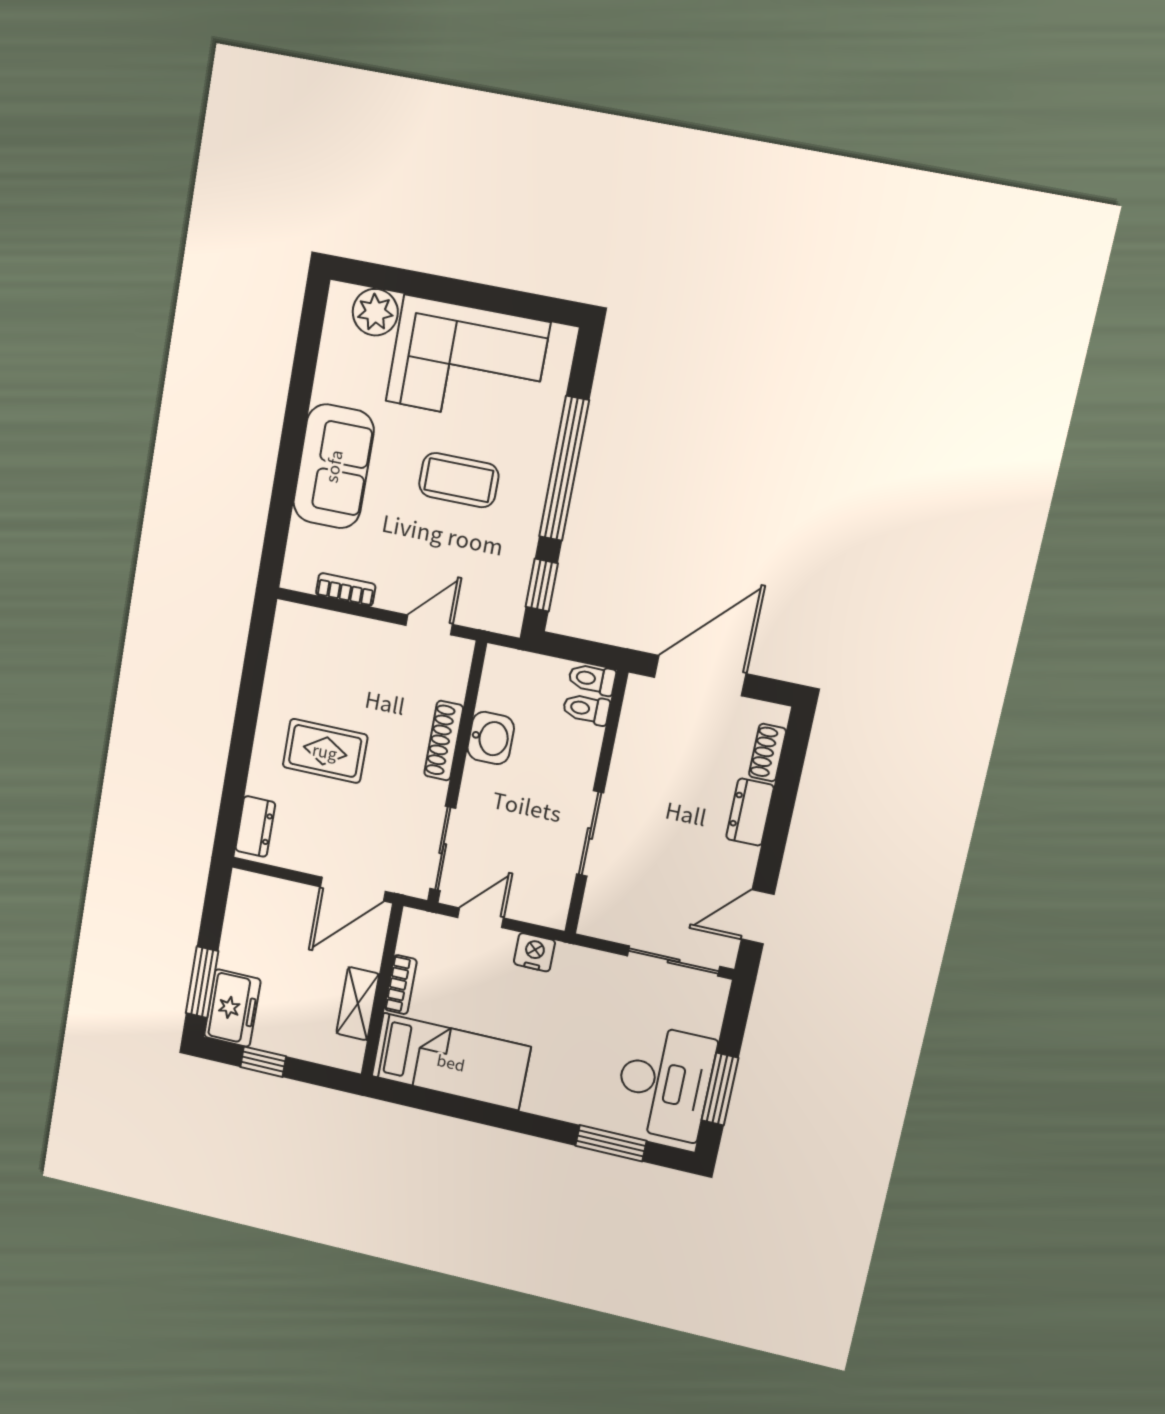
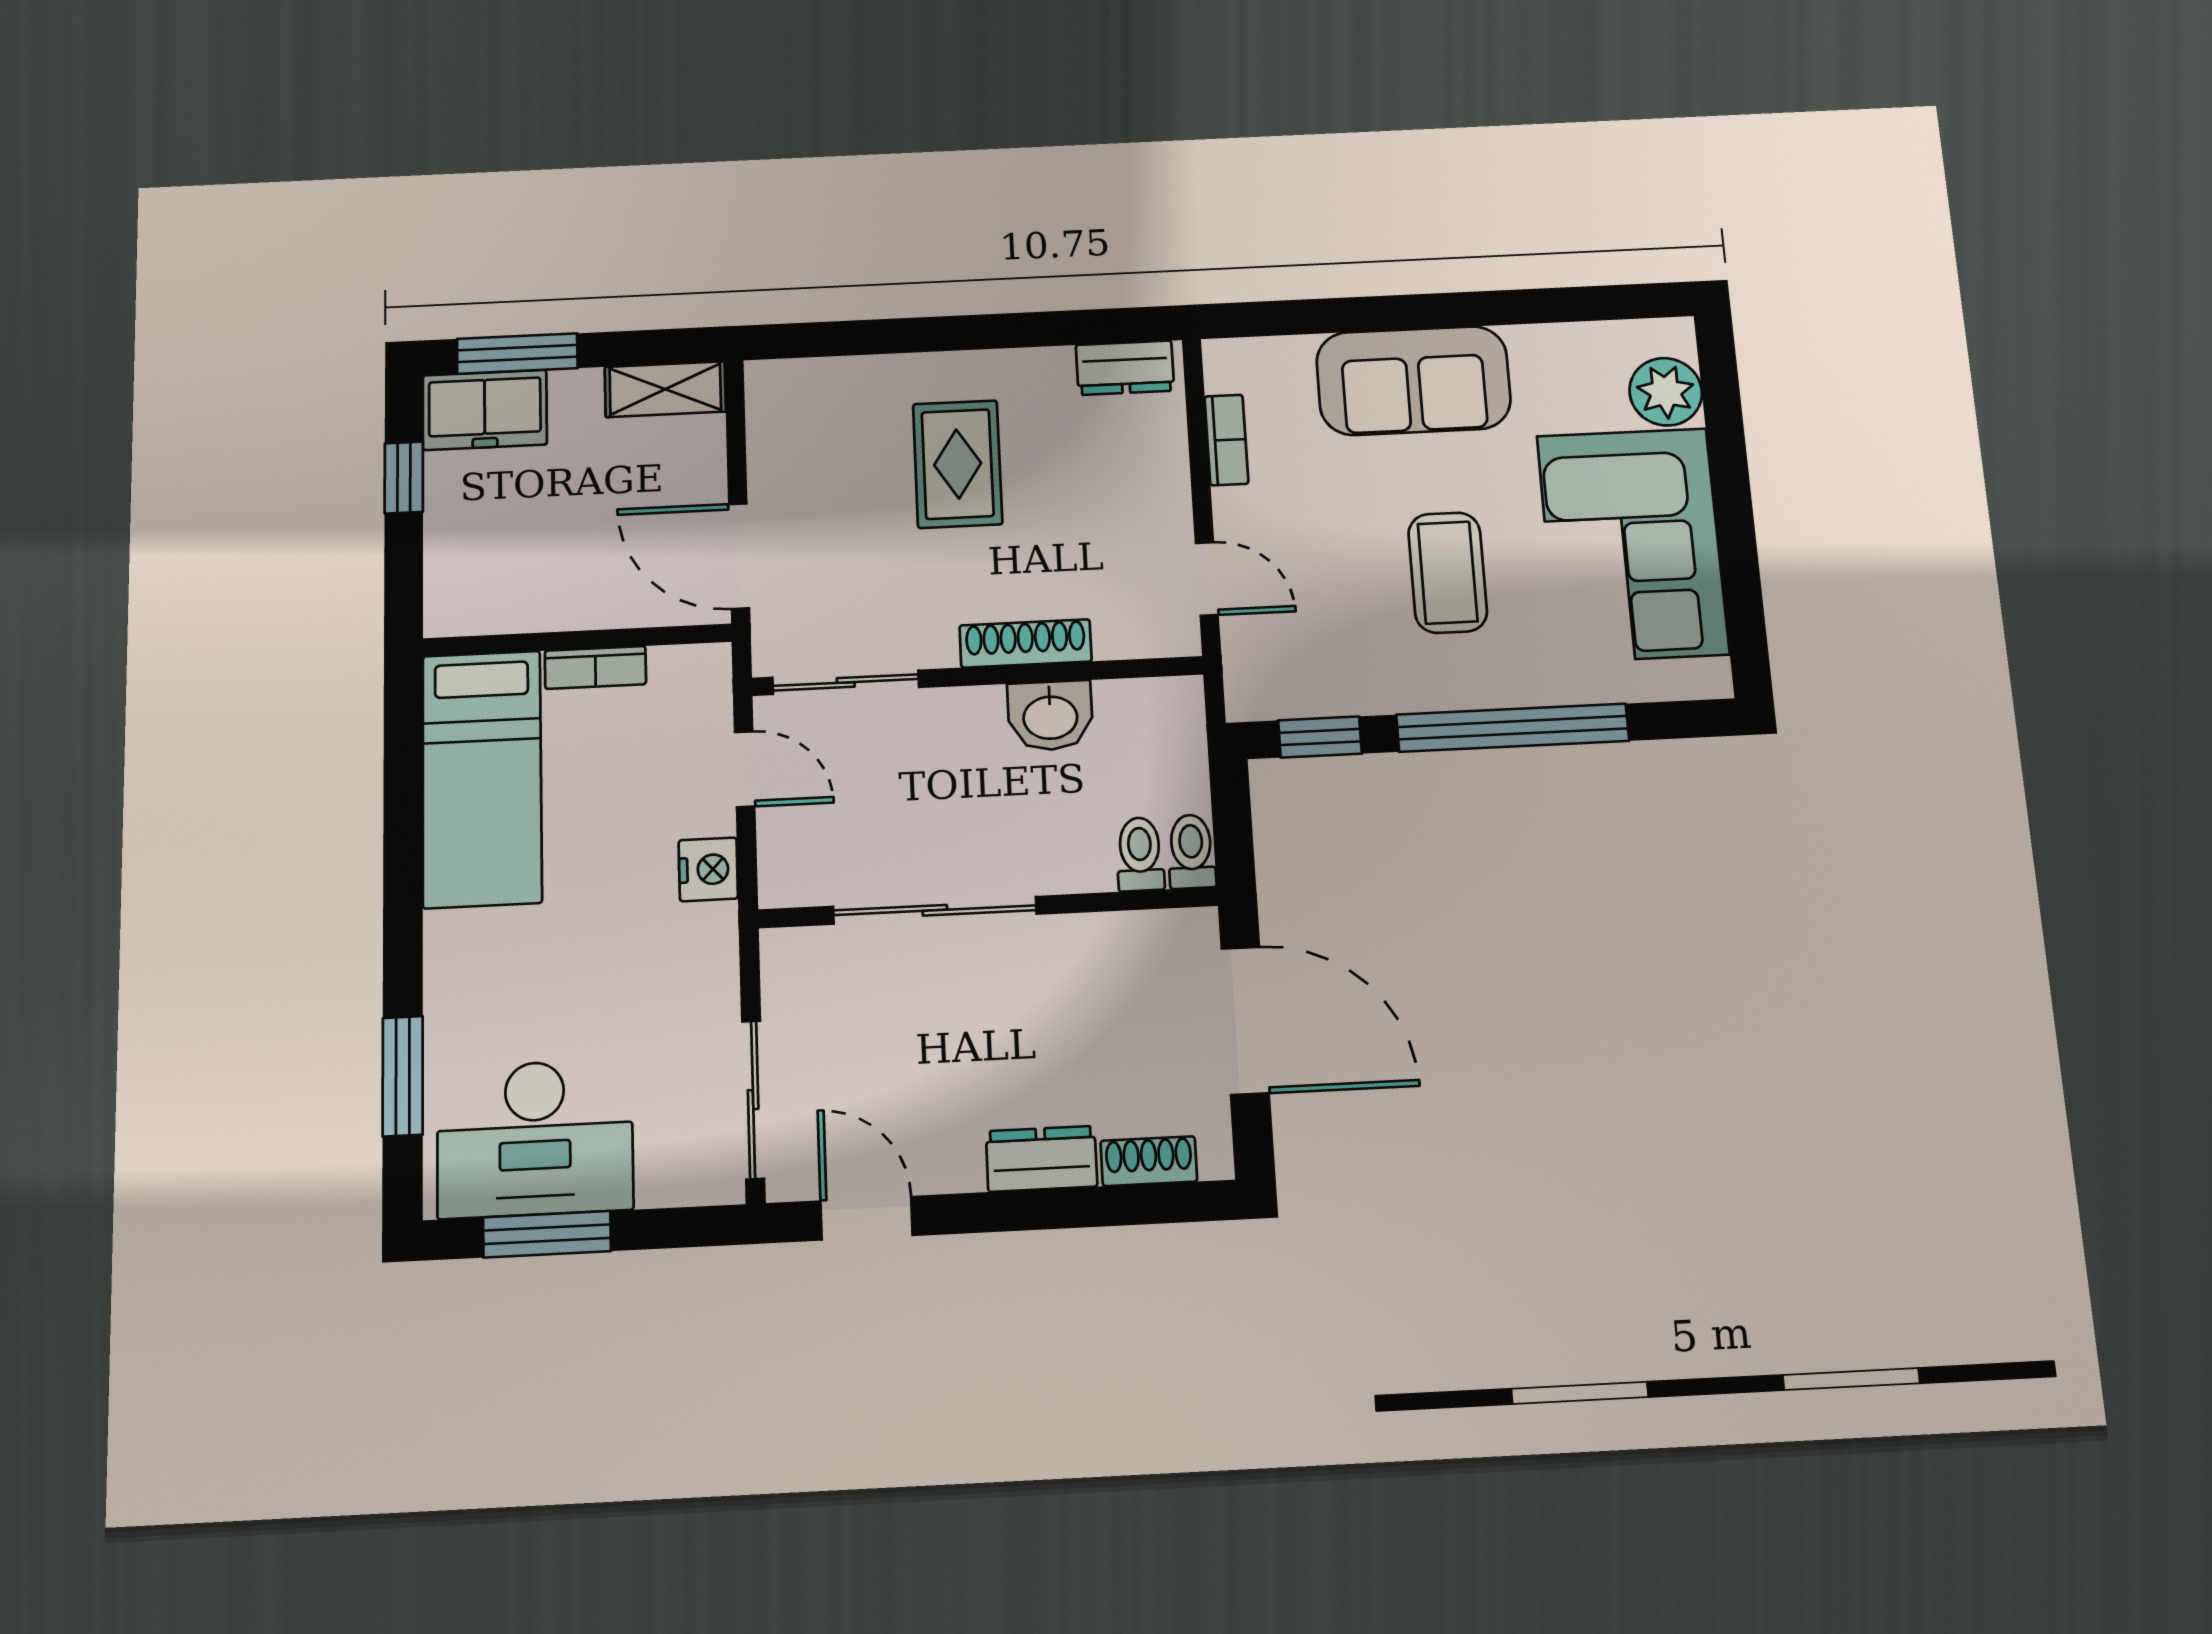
dresser: (255, 826) -> (1125, 368), moved
sliding door: (590, 833) -> (935, 910), width x1.37
shelving: (358, 1004) -> (665, 389), moved

